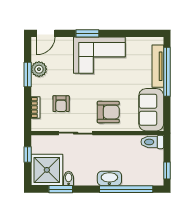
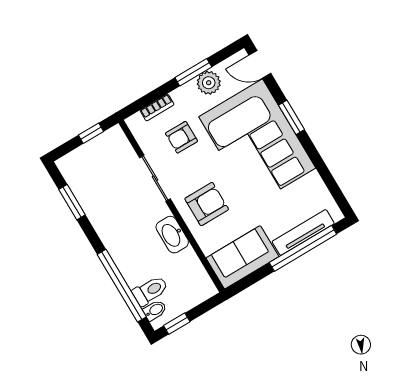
corner sofa: (99, 55) -> (257, 142), width x1.36, depth x1.36
armchair: (108, 112) -> (207, 204), turned -90
toilet: (152, 142) -> (150, 291), moved, turned 90
shower: (47, 170) -> (86, 170), removed
bidet: (69, 178) -> (155, 310), moved
washbasin: (109, 178) -> (172, 235), moved, turned 180

